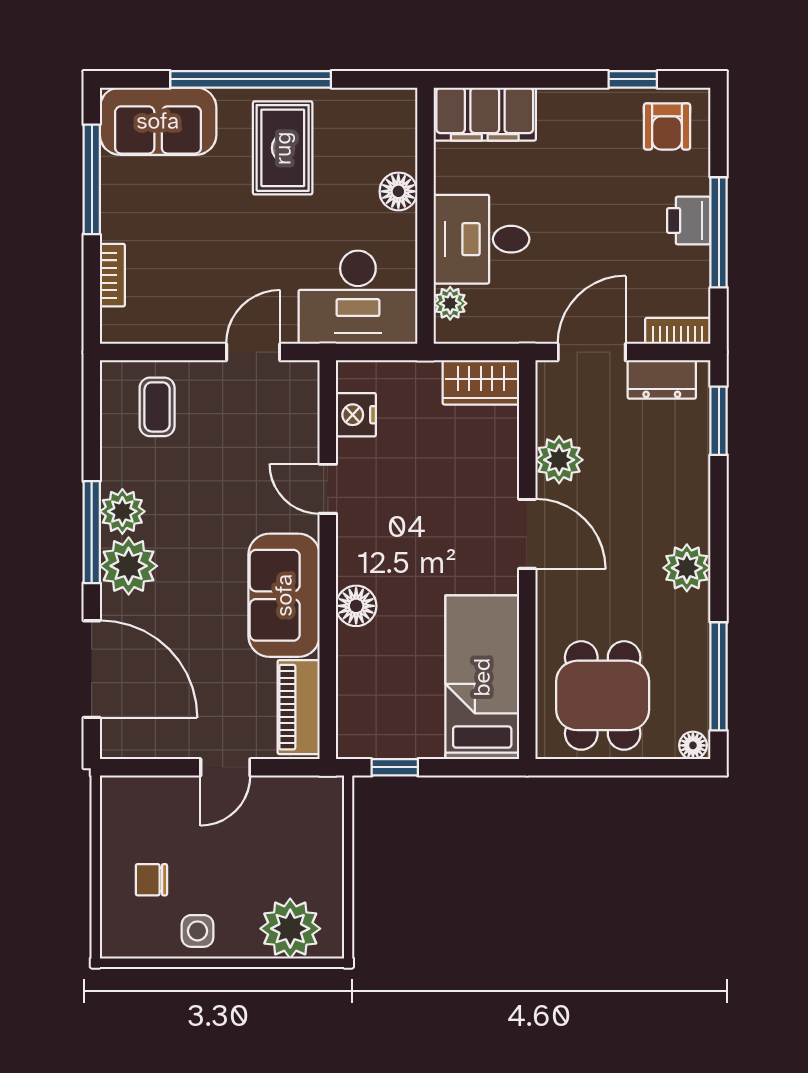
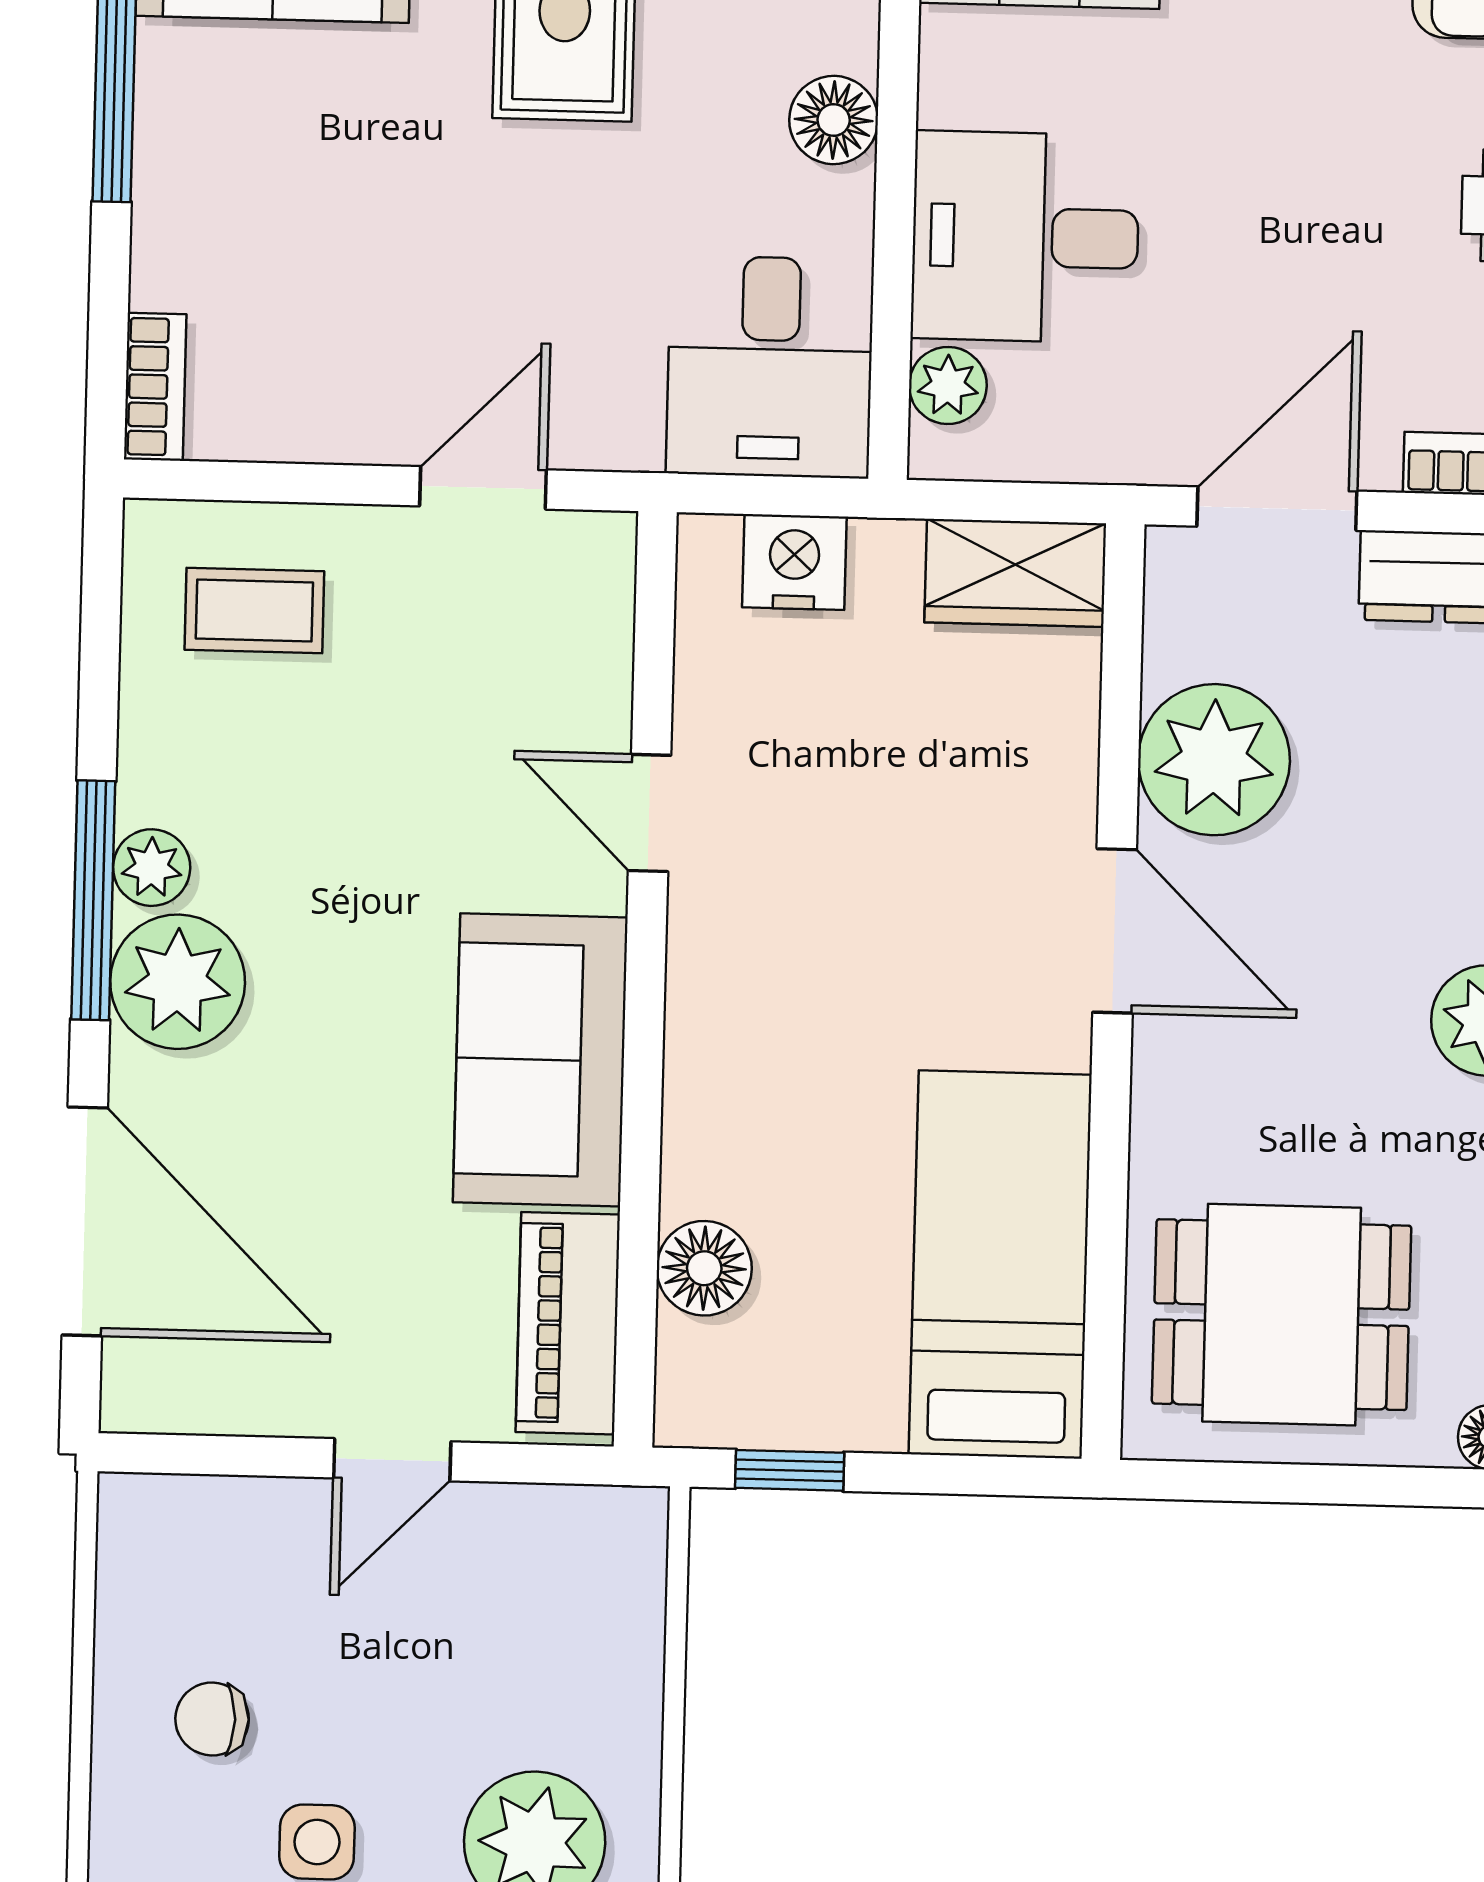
bookcase: (112, 275) -> (155, 387), moved
desk: (358, 297) -> (770, 367), width x0.73
coffee table: (157, 407) -> (254, 610), turned 90
nightstand: (356, 415) -> (794, 562), moved, turned 90
plant: (559, 460) -> (1214, 760), width x1.36, depth x1.36
plant: (122, 511) -> (152, 868), width x0.73, depth x0.73
floor lamp: (356, 606) -> (704, 1268), moved
dining table: (603, 695) -> (1282, 1315), turned 90

